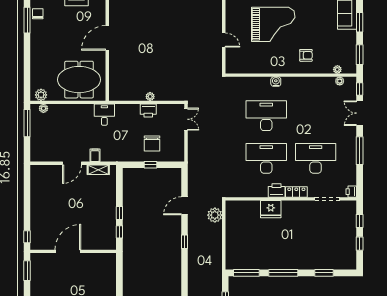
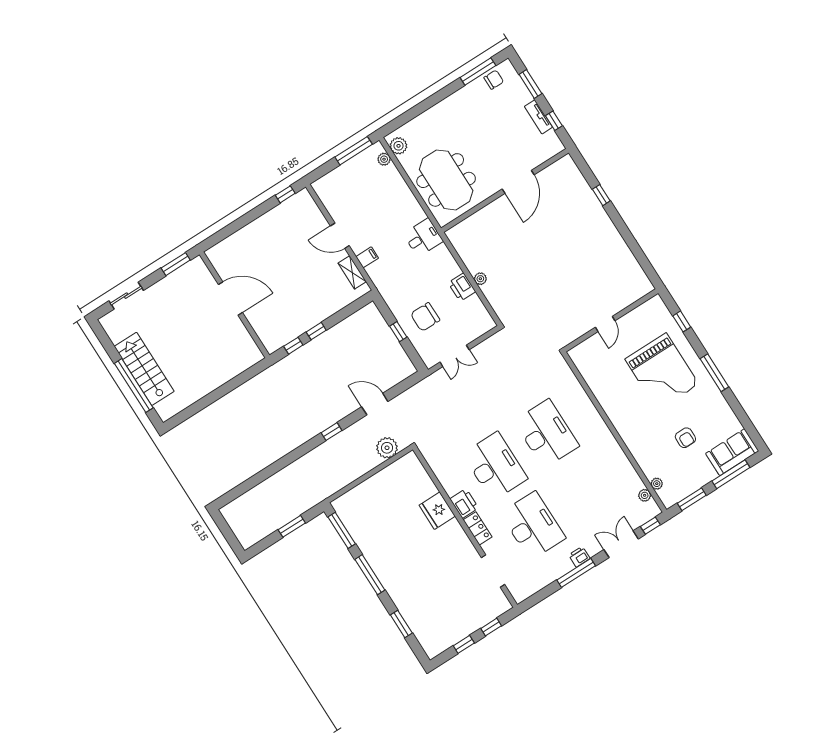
window: (360, 22) -> (731, 474), width x1.44
door: (107, 38) -> (518, 182), swing flipped
armchair: (306, 55) -> (685, 438), moved
water cooler: (276, 82) -> (595, 419), removed
double door: (186, 119) -> (455, 356), moved
printer: (351, 192) -> (579, 557), moved
window: (27, 237) -> (285, 194), moved

